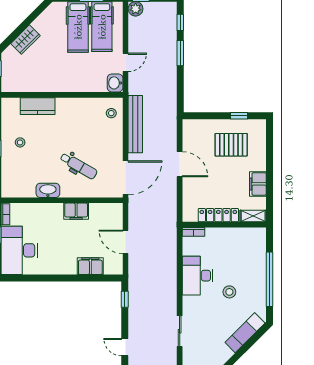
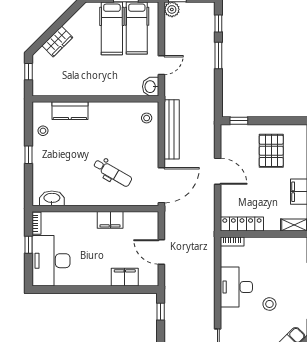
window: (239, 116) -> (239, 121), moved
stool: (20, 142) -> (43, 131), moved
pallet: (231, 145) -> (271, 151), turned 90
washbasin: (48, 190) -> (52, 198), moved
locker: (218, 215) -> (242, 224), moved

